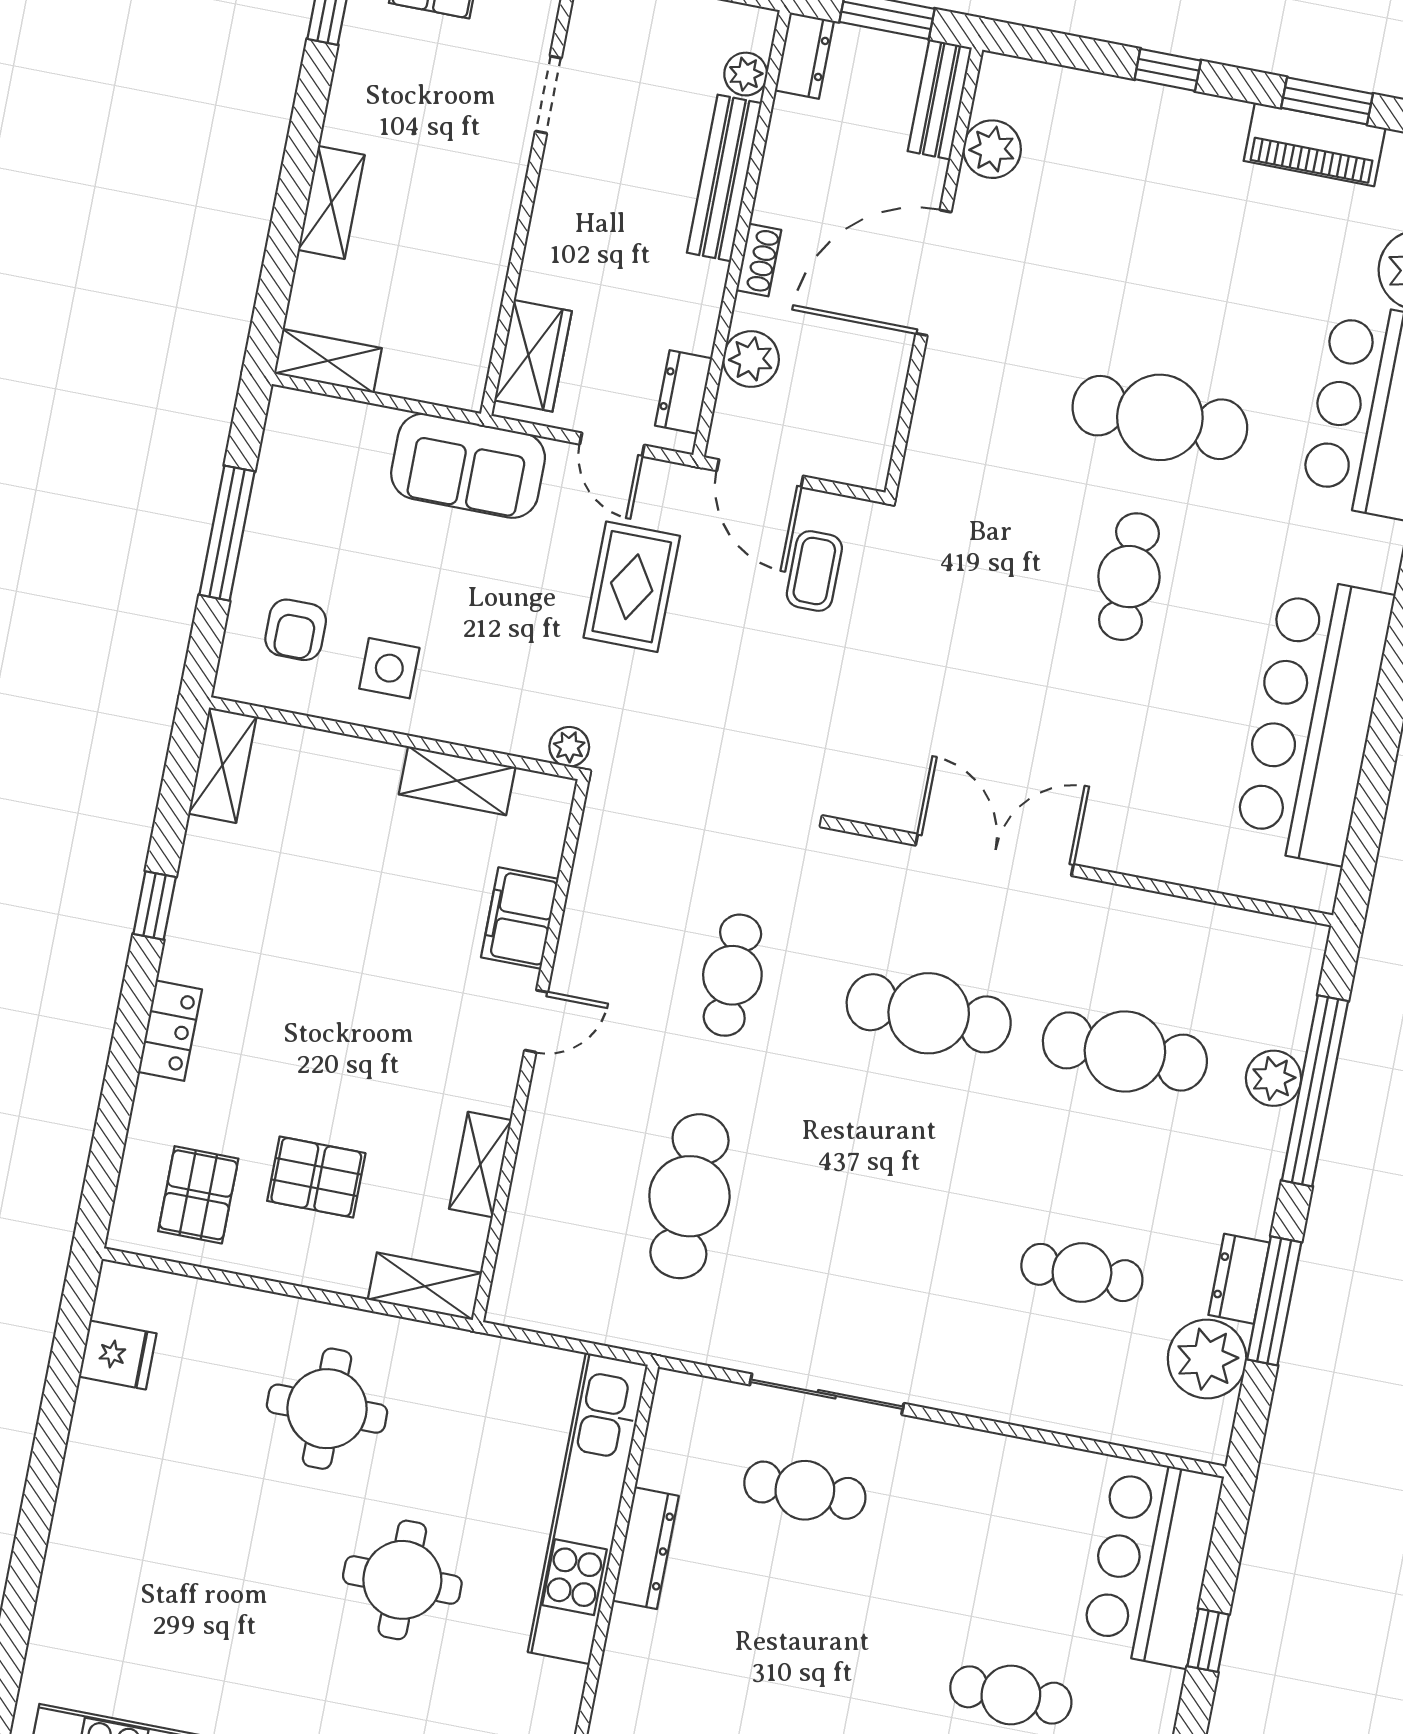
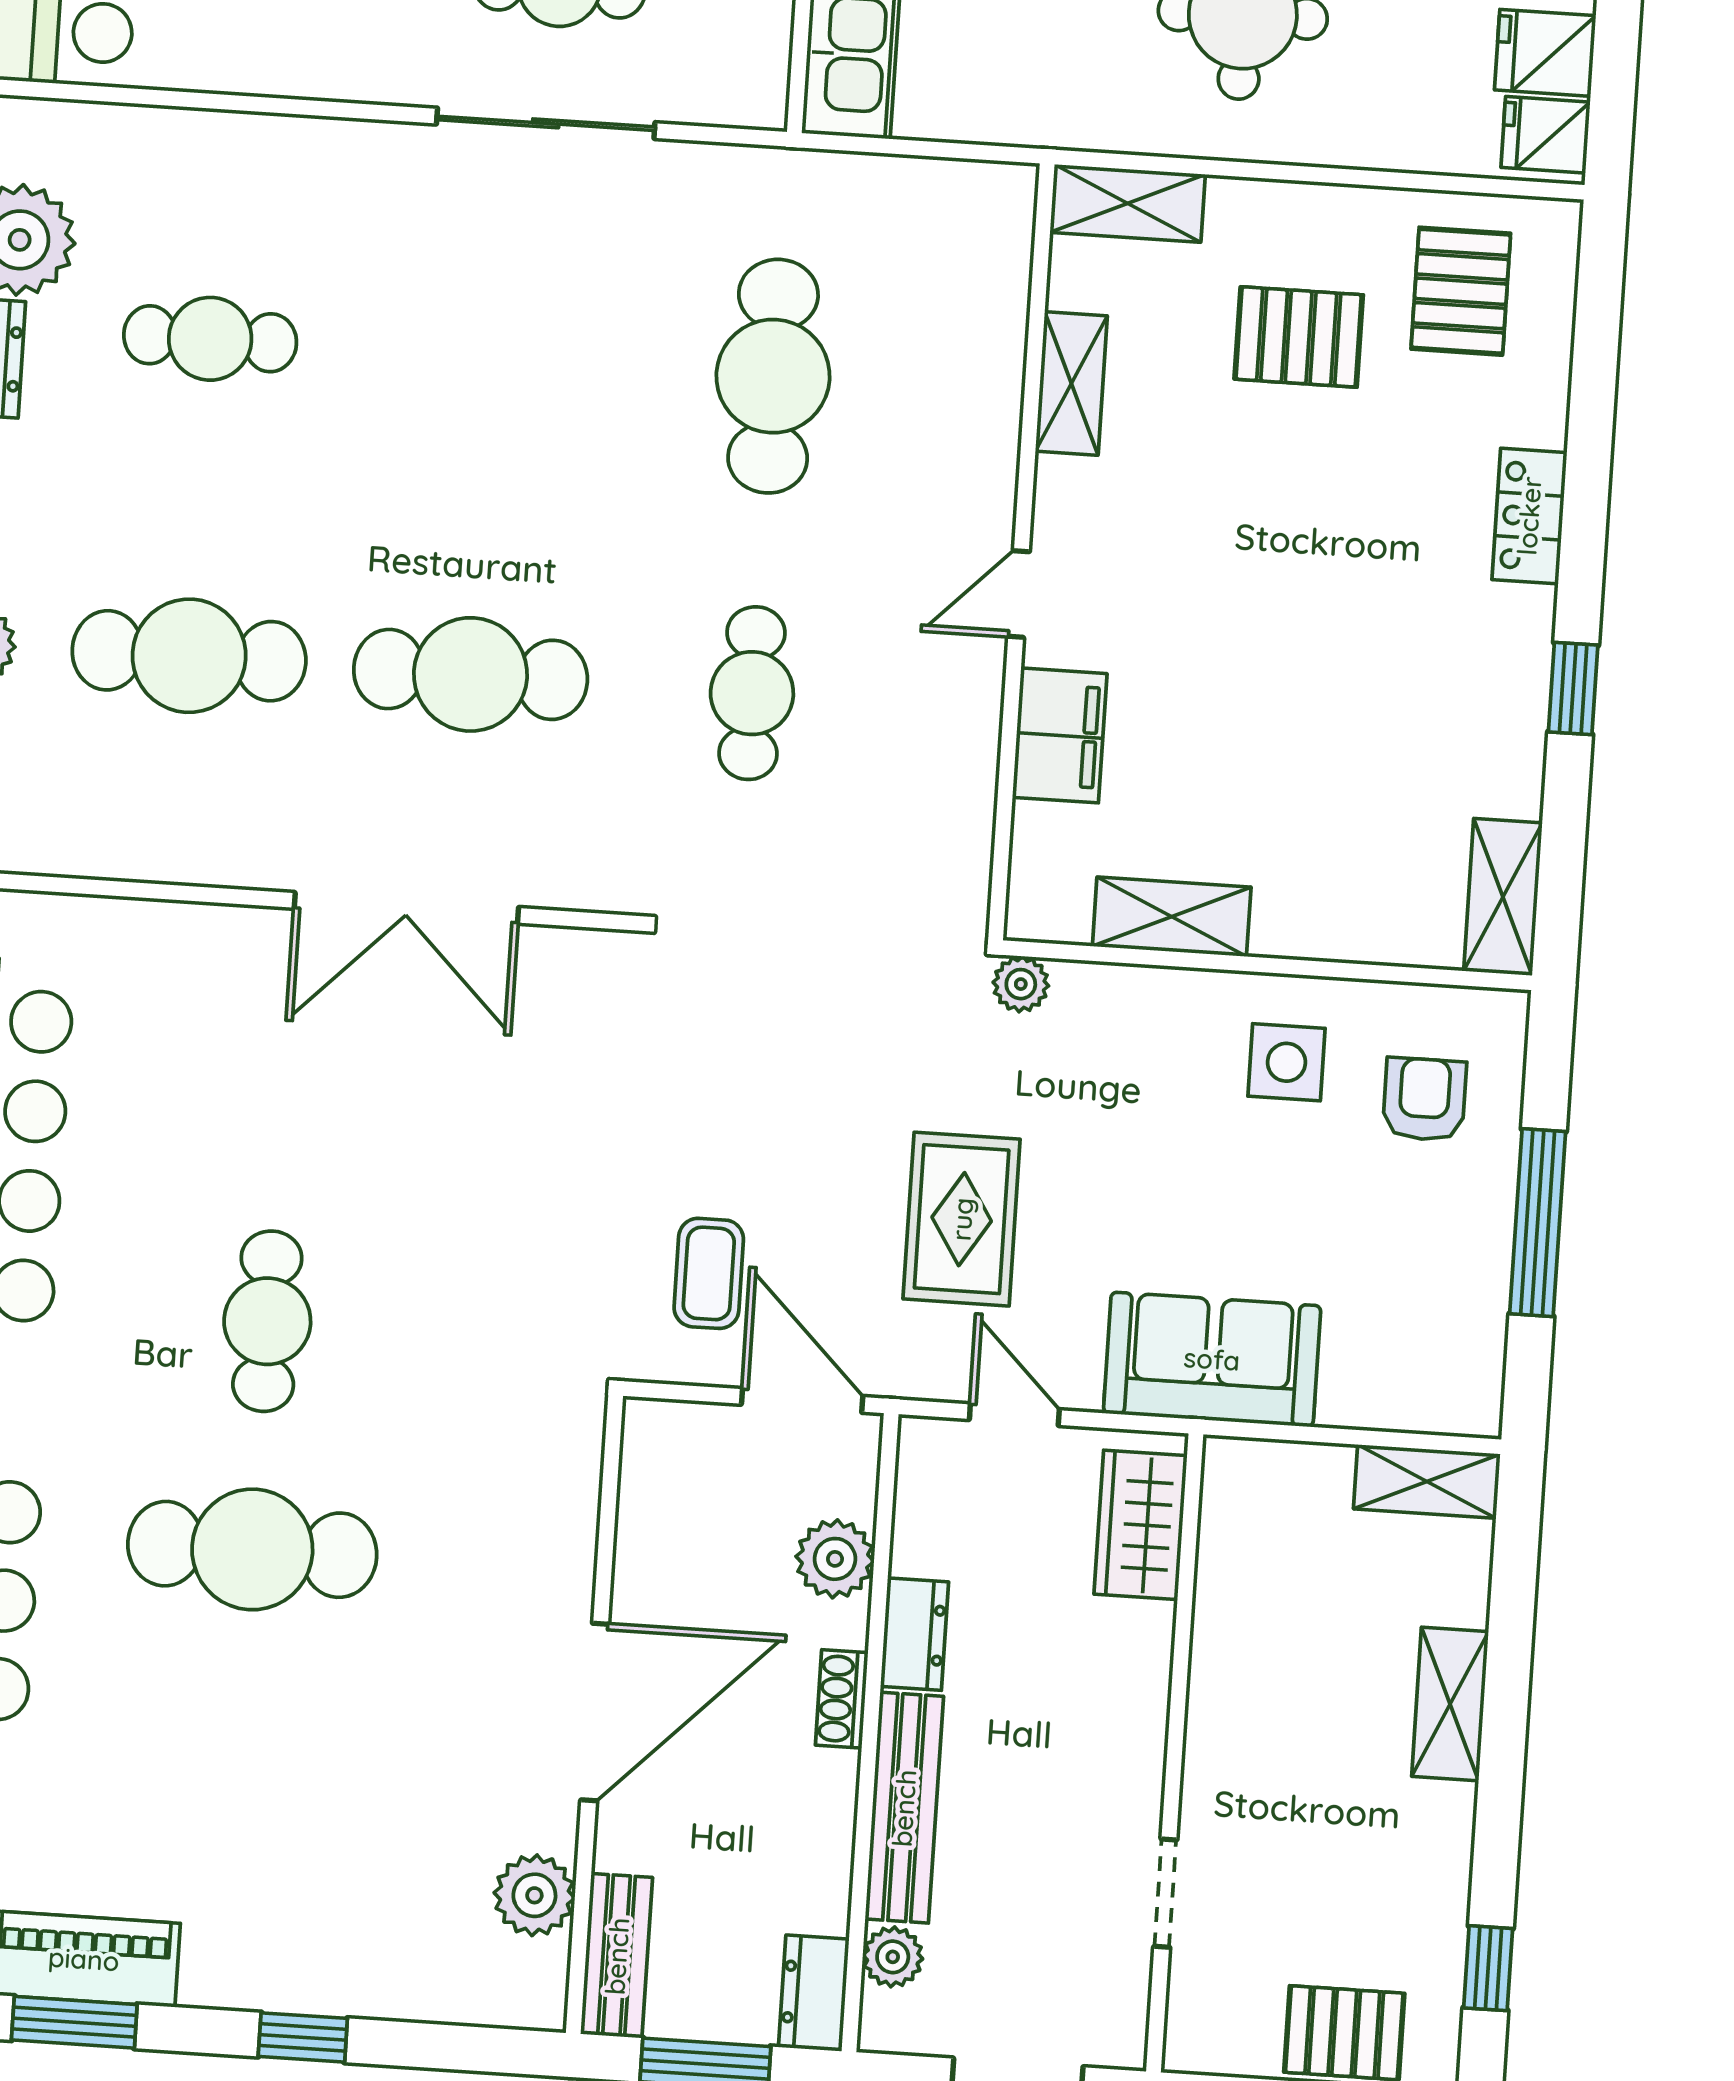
dresser: (684, 392) -> (915, 1634), moved
fridge: (125, 1297) -> (1546, 135), added

